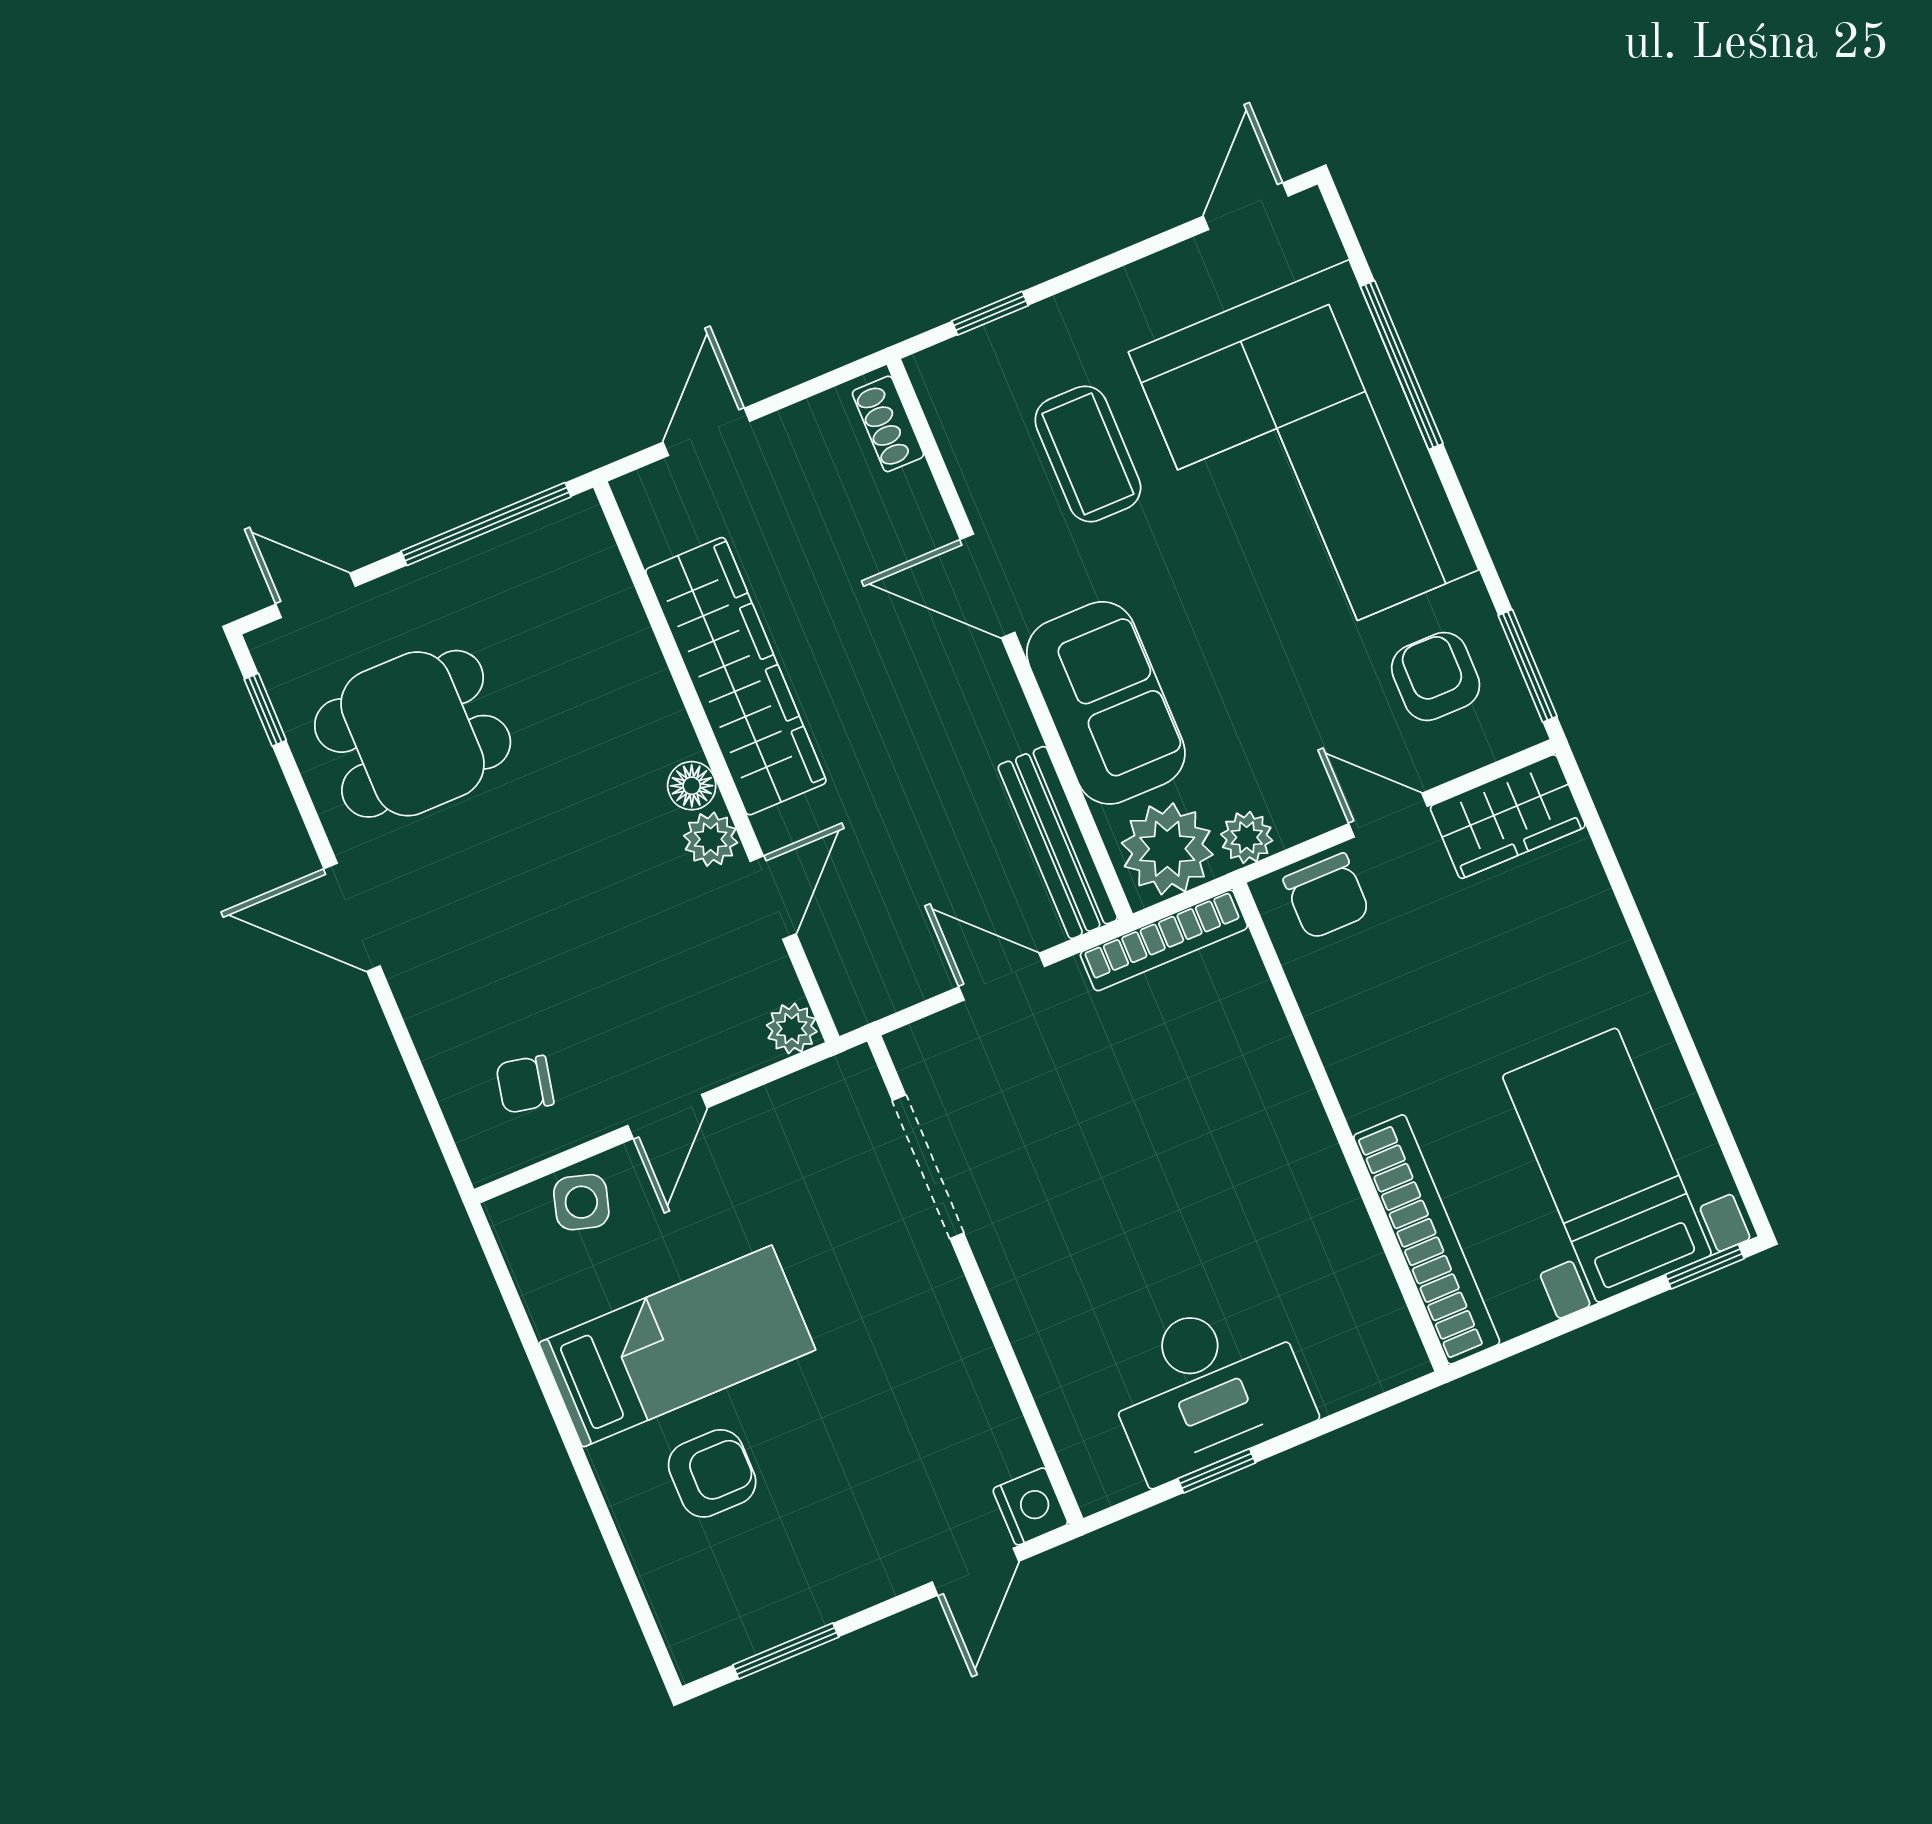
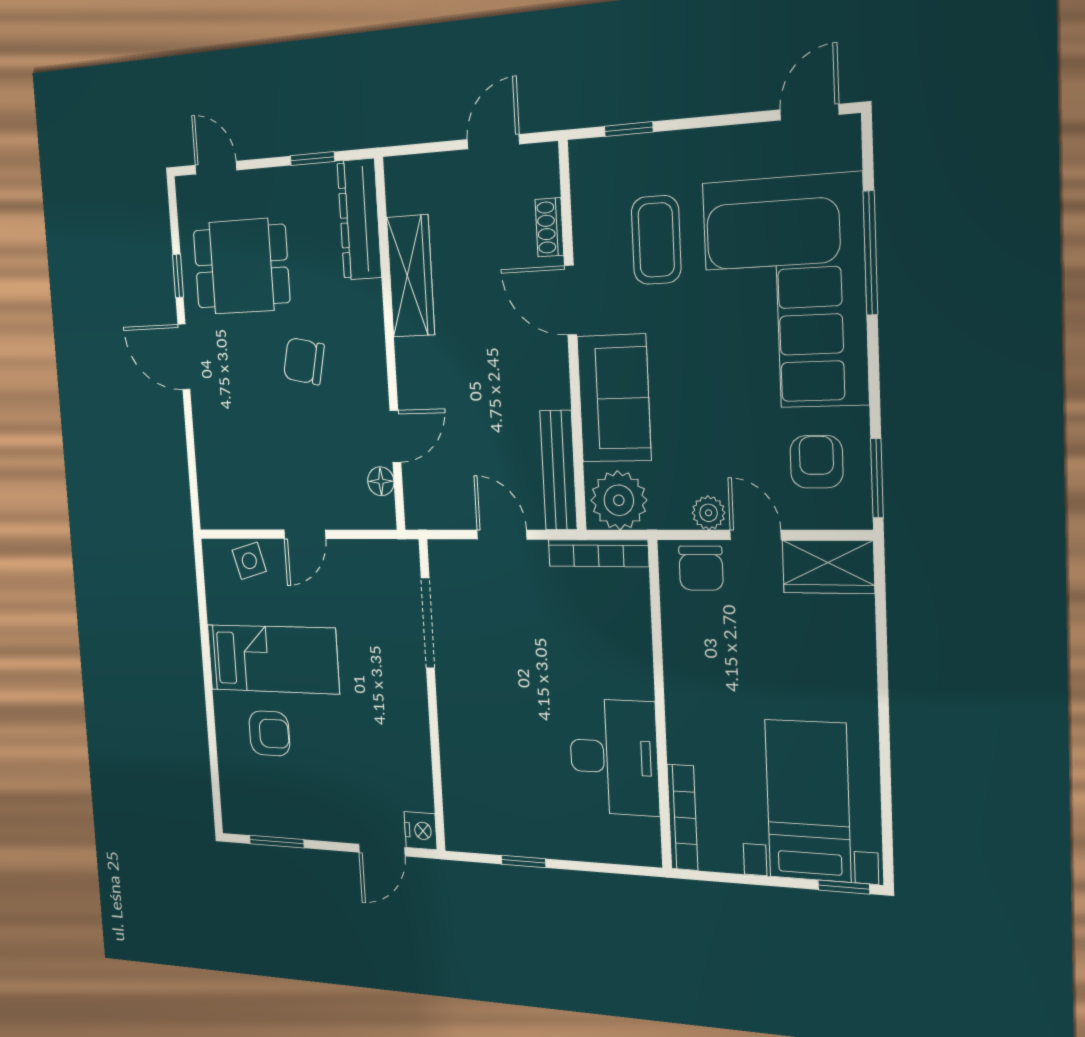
shoe rack: (888, 424) -> (549, 227), moved
door: (706, 432) -> (493, 142), moved
window: (486, 524) -> (313, 159), width x0.46
dresser: (599, 589) -> (359, 219), added
wardrobe: (736, 676) -> (411, 276), width x0.71, depth x0.85
window: (265, 710) -> (178, 276), moved
floor lamp: (692, 786) -> (381, 481), moved
plant: (1247, 837) -> (709, 513), moved
plant: (711, 839) -> (373, 389), removed
plant: (792, 1028) -> (382, 514), removed
chair: (525, 1084) -> (304, 361), moved, width x1.37, depth x1.37
side table: (581, 1202) -> (249, 561), turned -32
bookcase: (1427, 1239) -> (682, 817), width x0.68, depth x0.76
desk: (1207, 1387) -> (614, 757), moved, turned -90

